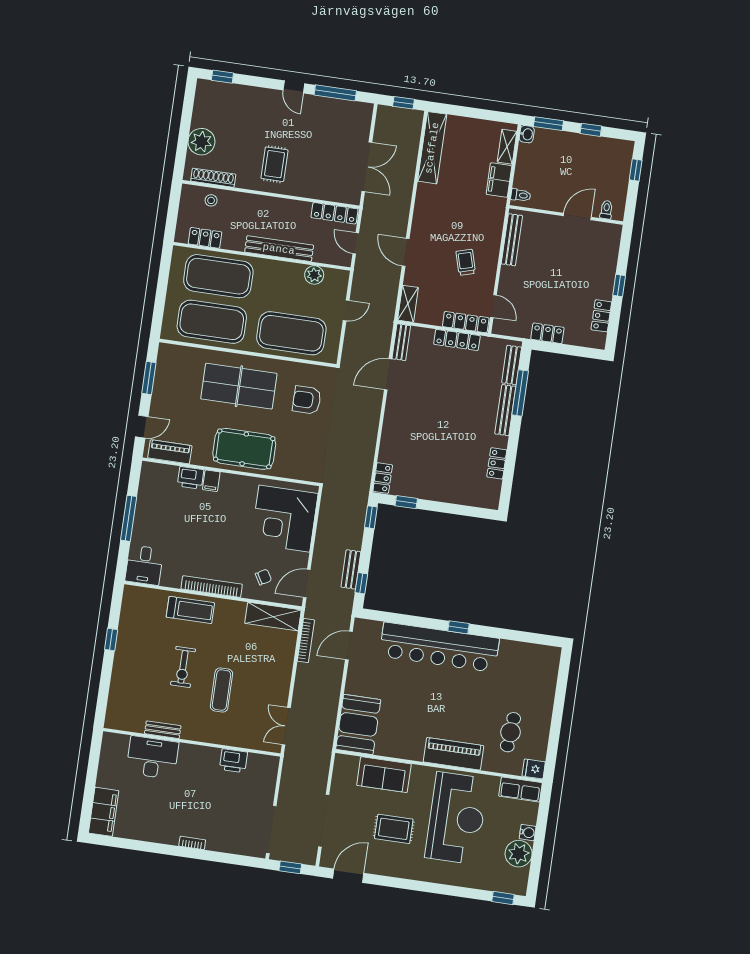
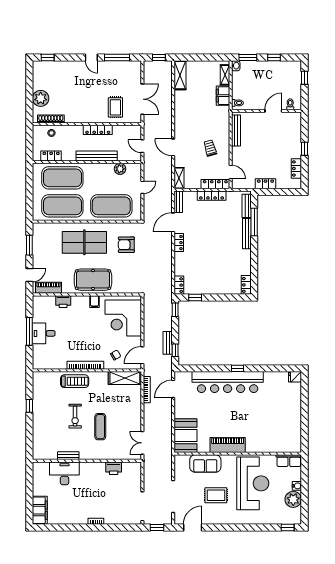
shelving: (432, 148) -> (180, 75), width x0.68
rug: (274, 164) -> (115, 107), moved
locker: (335, 213) -> (98, 130), moved
locker: (392, 409) -> (179, 243), added
locker: (497, 463) -> (246, 285), moved
filing cabinet: (211, 481) -> (95, 302), moved
desk: (144, 565) -> (44, 333), moved, turned 90
cafe table: (510, 732) -> (278, 427), removed
piano: (453, 754) -> (228, 445), moved
fridge: (534, 769) -> (295, 377), moved

